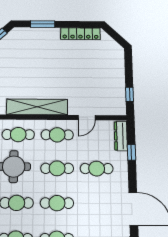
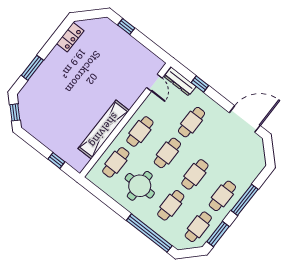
locker: (80, 34) -> (70, 37), width x0.66
window: (130, 94) -> (126, 27), moved
door: (87, 118) -> (154, 83), moved

